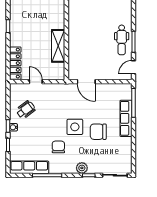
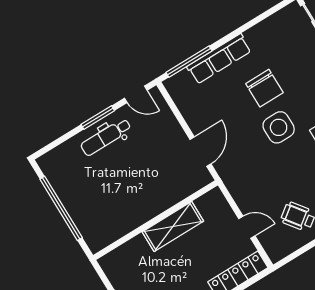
dental chair: (122, 40) -> (106, 137), turned 180
door: (36, 82) -> (247, 227), swing flipped

